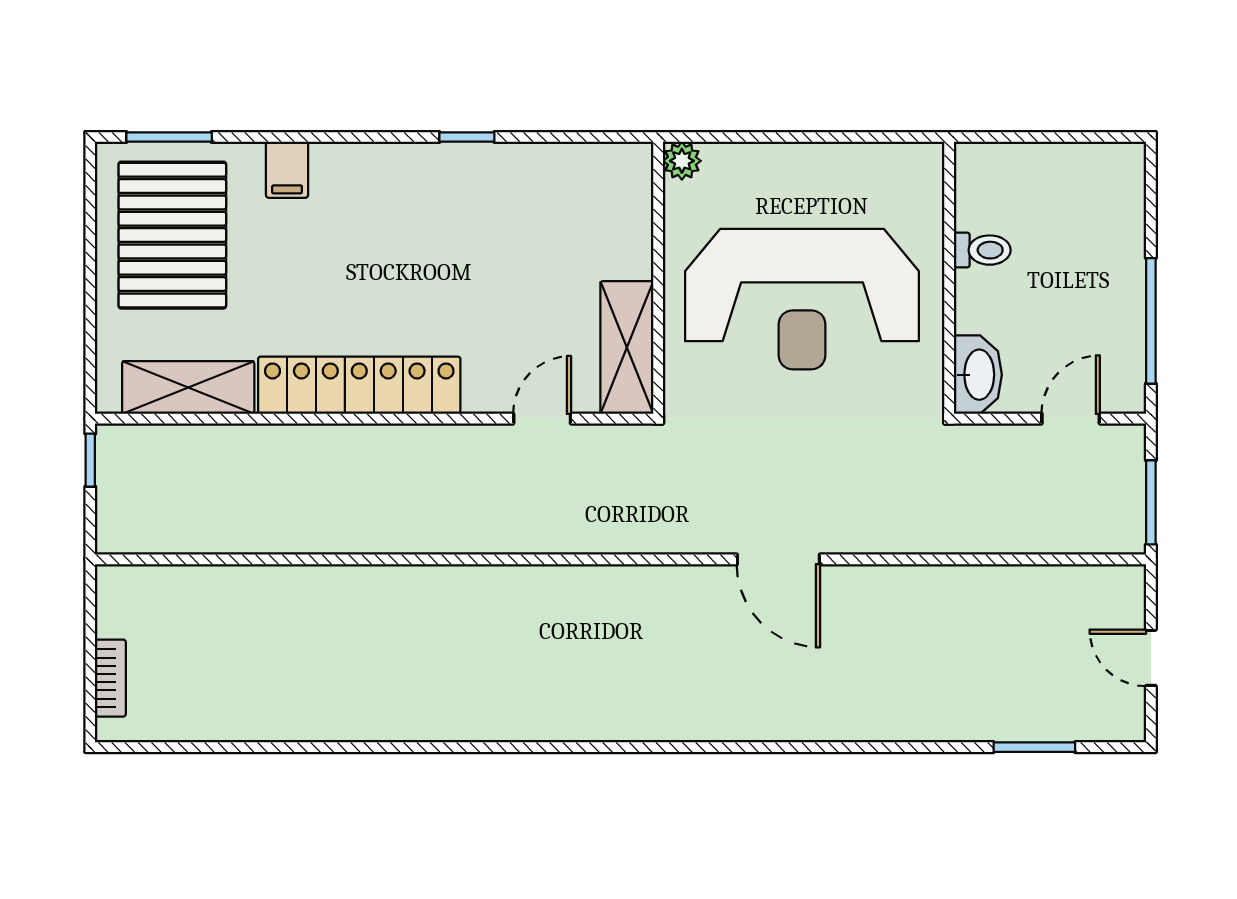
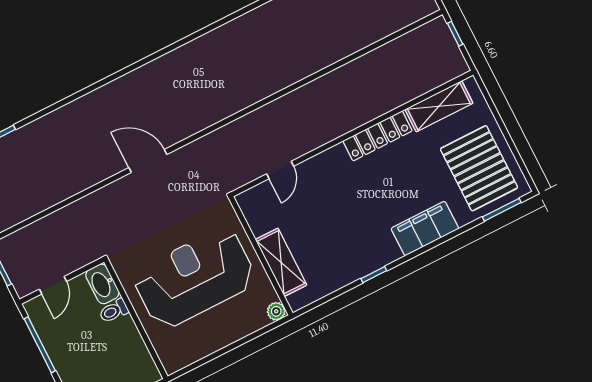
filing cabinet: (287, 170) -> (425, 229), width x3.00, depth x1.17
toilet: (982, 250) -> (114, 311), moved
shelving: (627, 348) -> (281, 262), moved
locker: (359, 385) -> (378, 136), width x0.71, depth x0.83
window: (90, 460) -> (455, 34), moved

